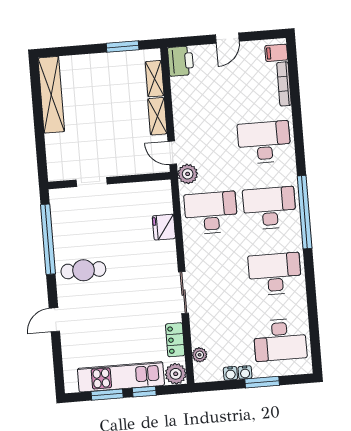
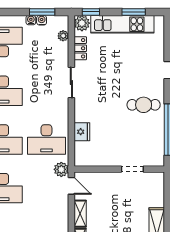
window: (262, 382) -> (42, 12), moved
window: (144, 392) -> (91, 12), moved

